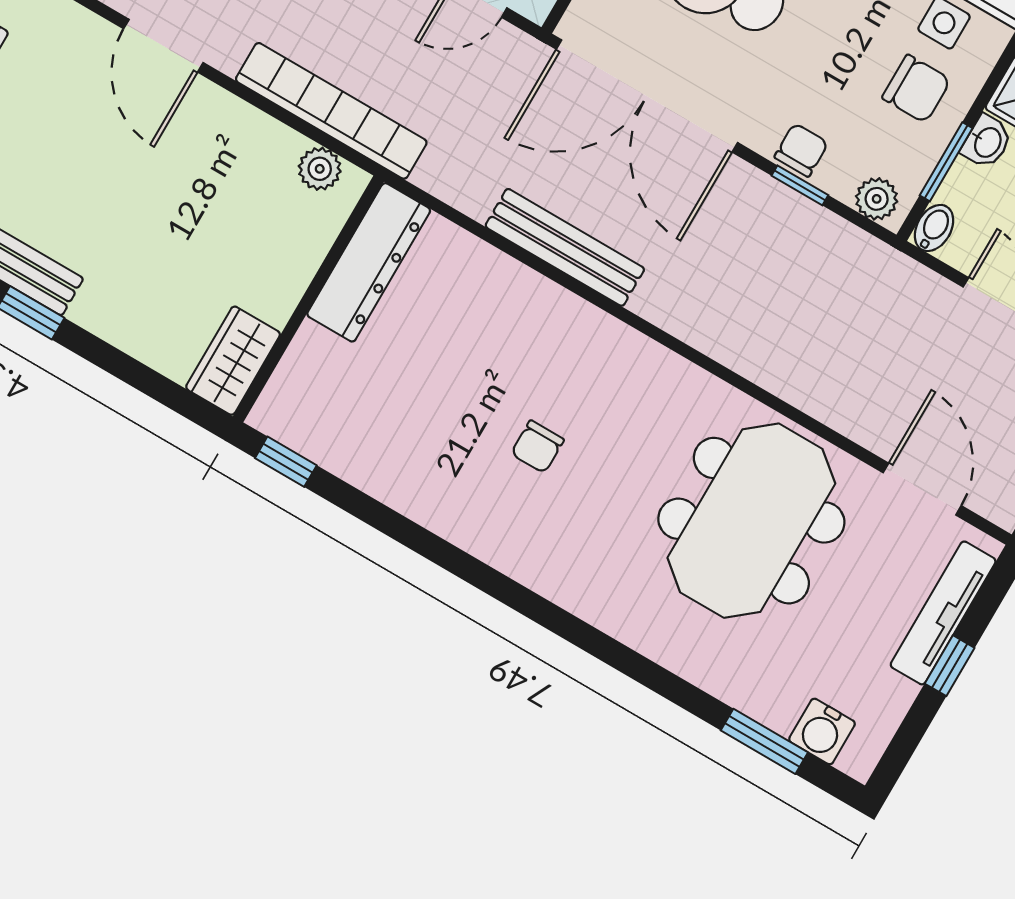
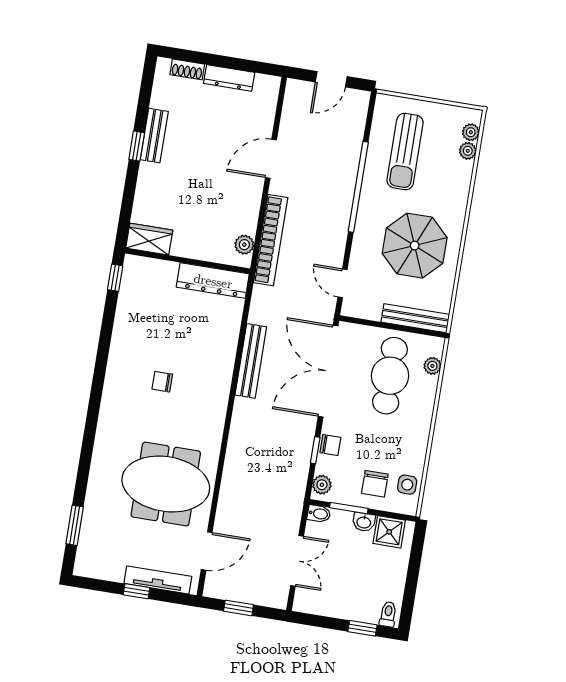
water cooler: (822, 731) -> (88, 548), removed

